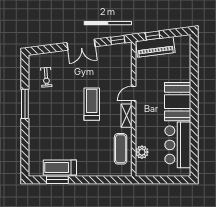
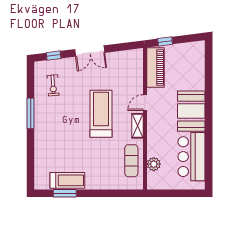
window: (118, 40) -> (54, 56), moved
piano: (155, 47) -> (155, 68), moved, turned -83
treadmill: (92, 104) -> (101, 114), width x1.37, depth x1.38
treadmill: (60, 168) -> (67, 180), turned 180

